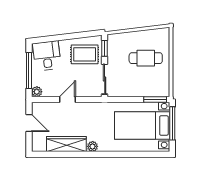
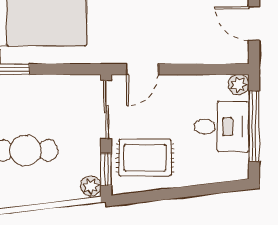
plant: (112, 40) -> (91, 186), added
desk: (47, 56) -> (222, 127), moved, turned -83
door: (68, 100) -> (142, 69), moved

